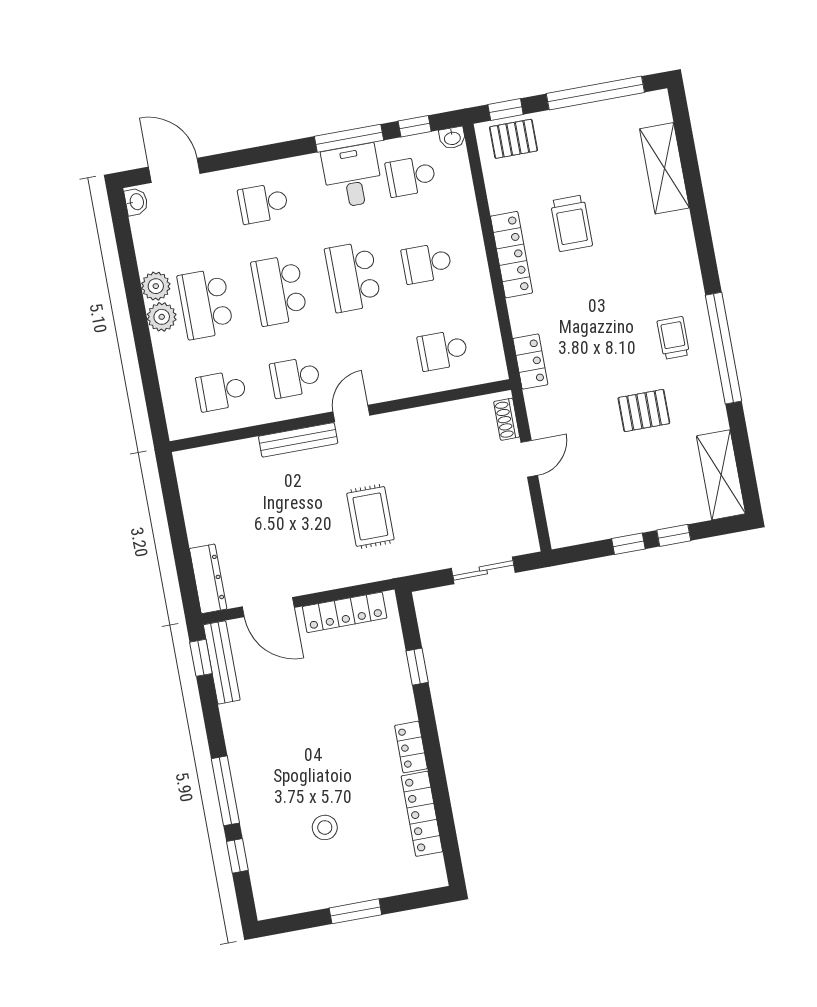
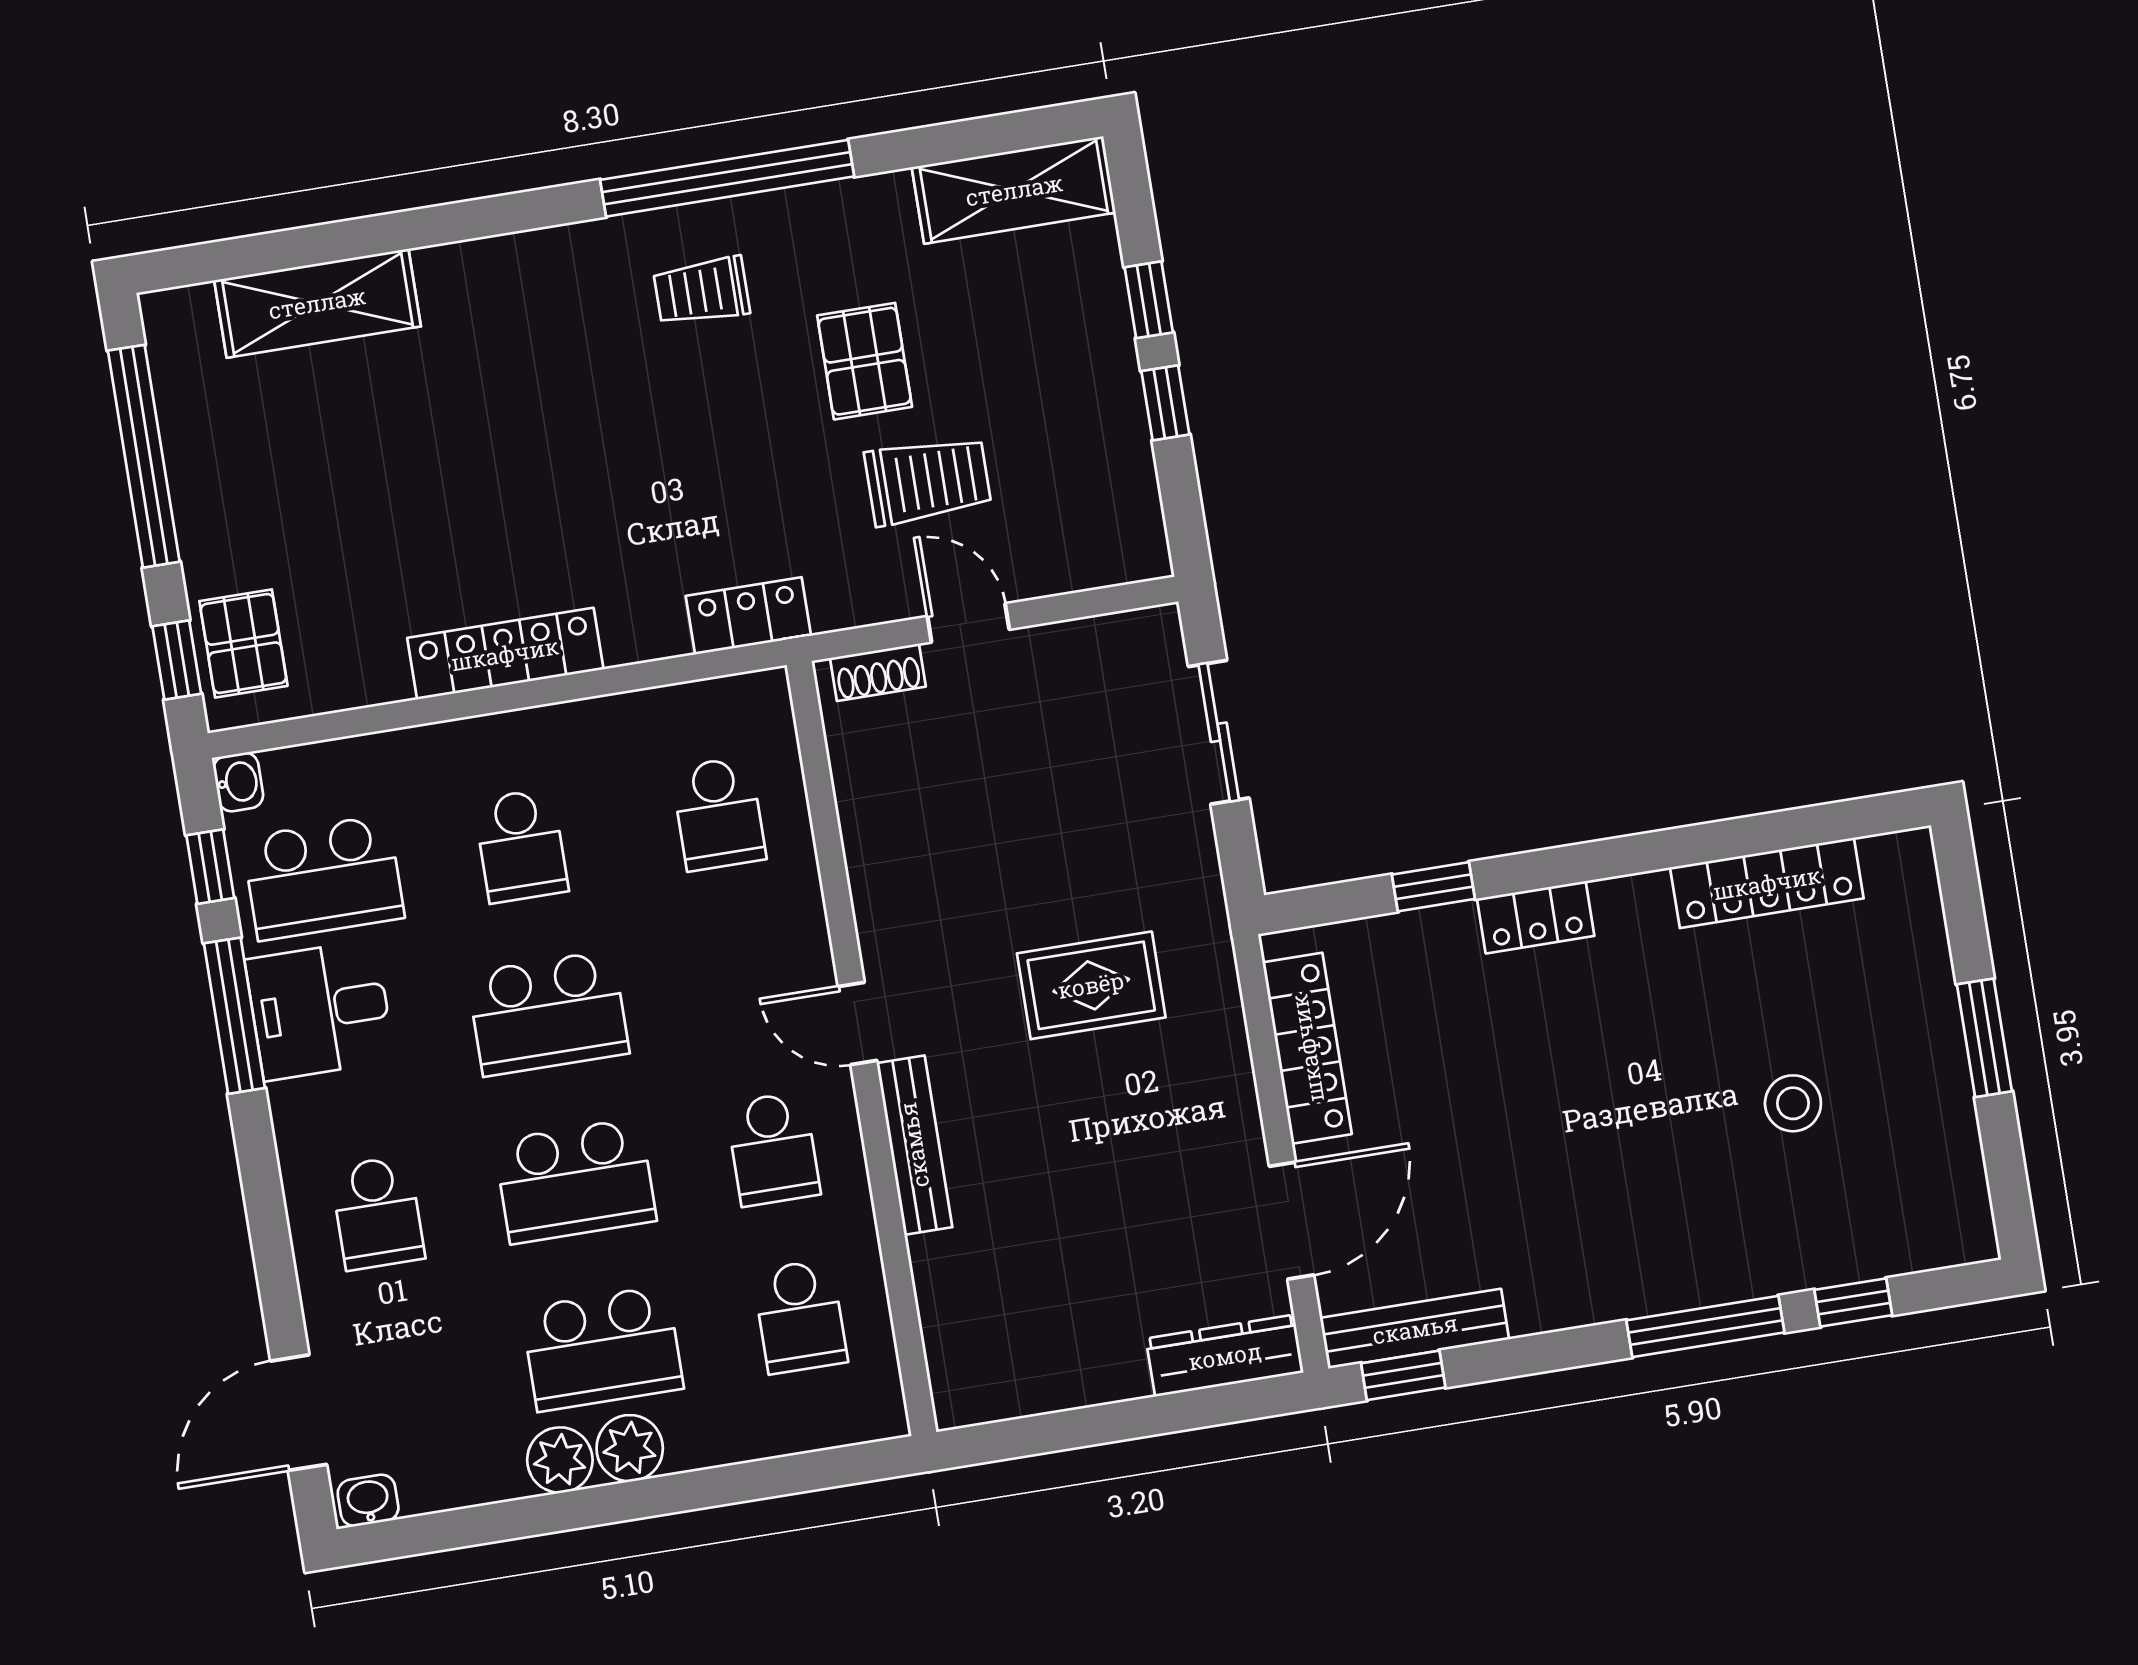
school desk: (411, 176) -> (323, 878), width x1.85
trolley: (571, 223) -> (928, 480), moved
locker: (411, 747) -> (1536, 917), moved

